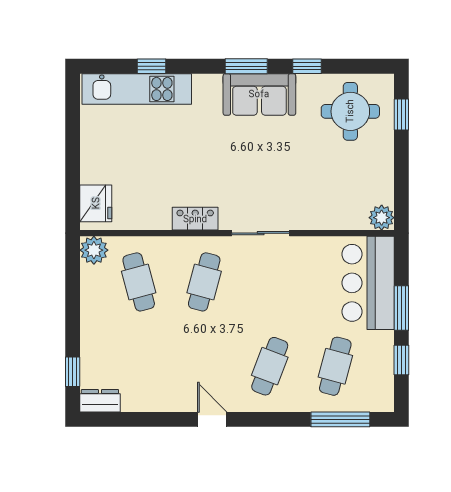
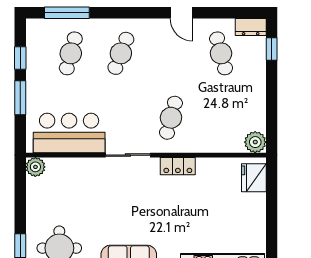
cafe table: (139, 282) -> (221, 53), moved
bar counter: (368, 283) -> (69, 133), moved, turned -90
door: (212, 419) -> (181, 13), moved

